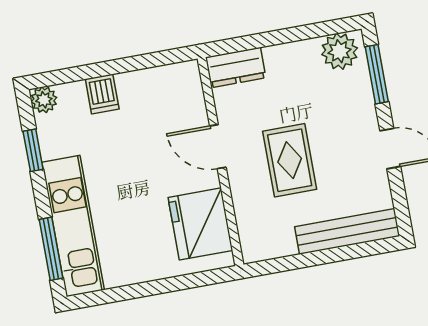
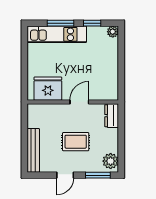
dishwasher: (102, 94) -> (111, 57), removed
rug: (290, 160) -> (76, 142), moved
window: (51, 249) -> (60, 23), moved

